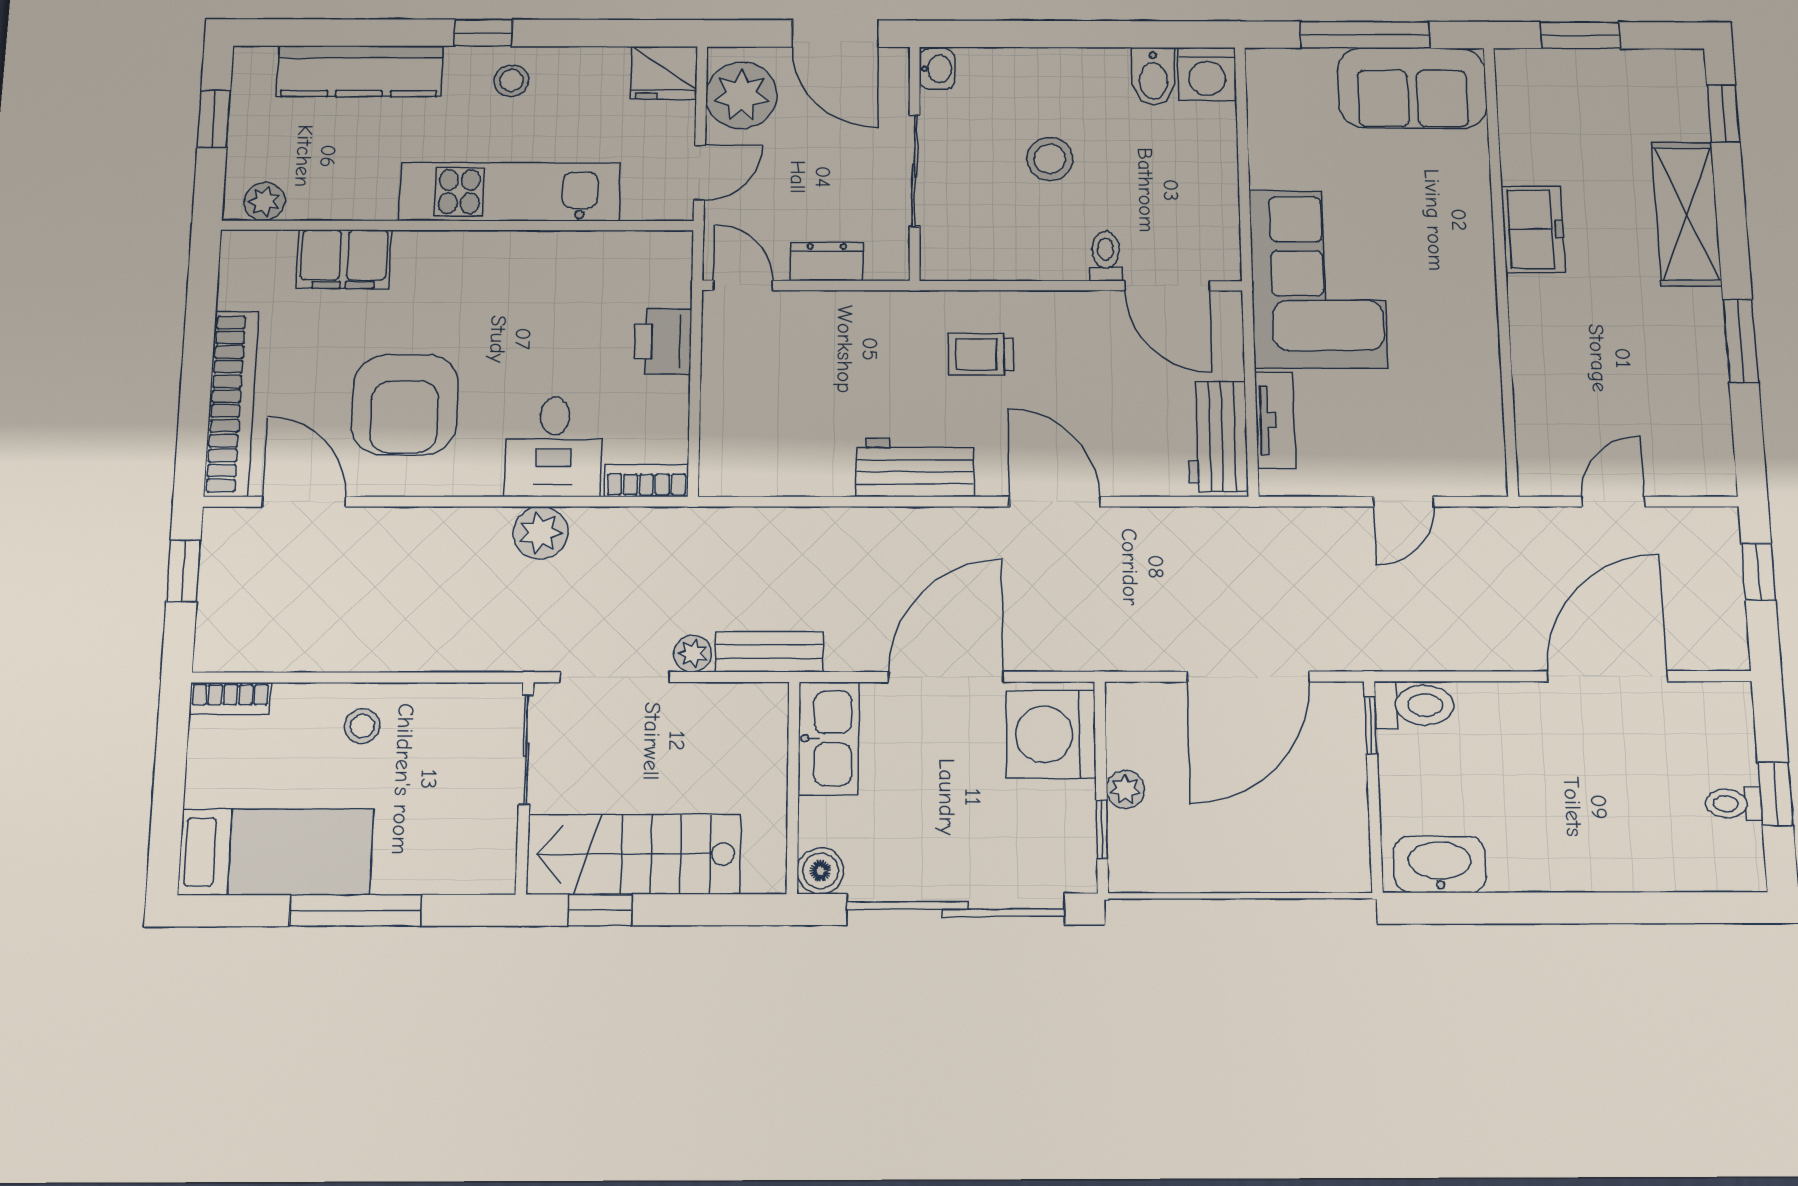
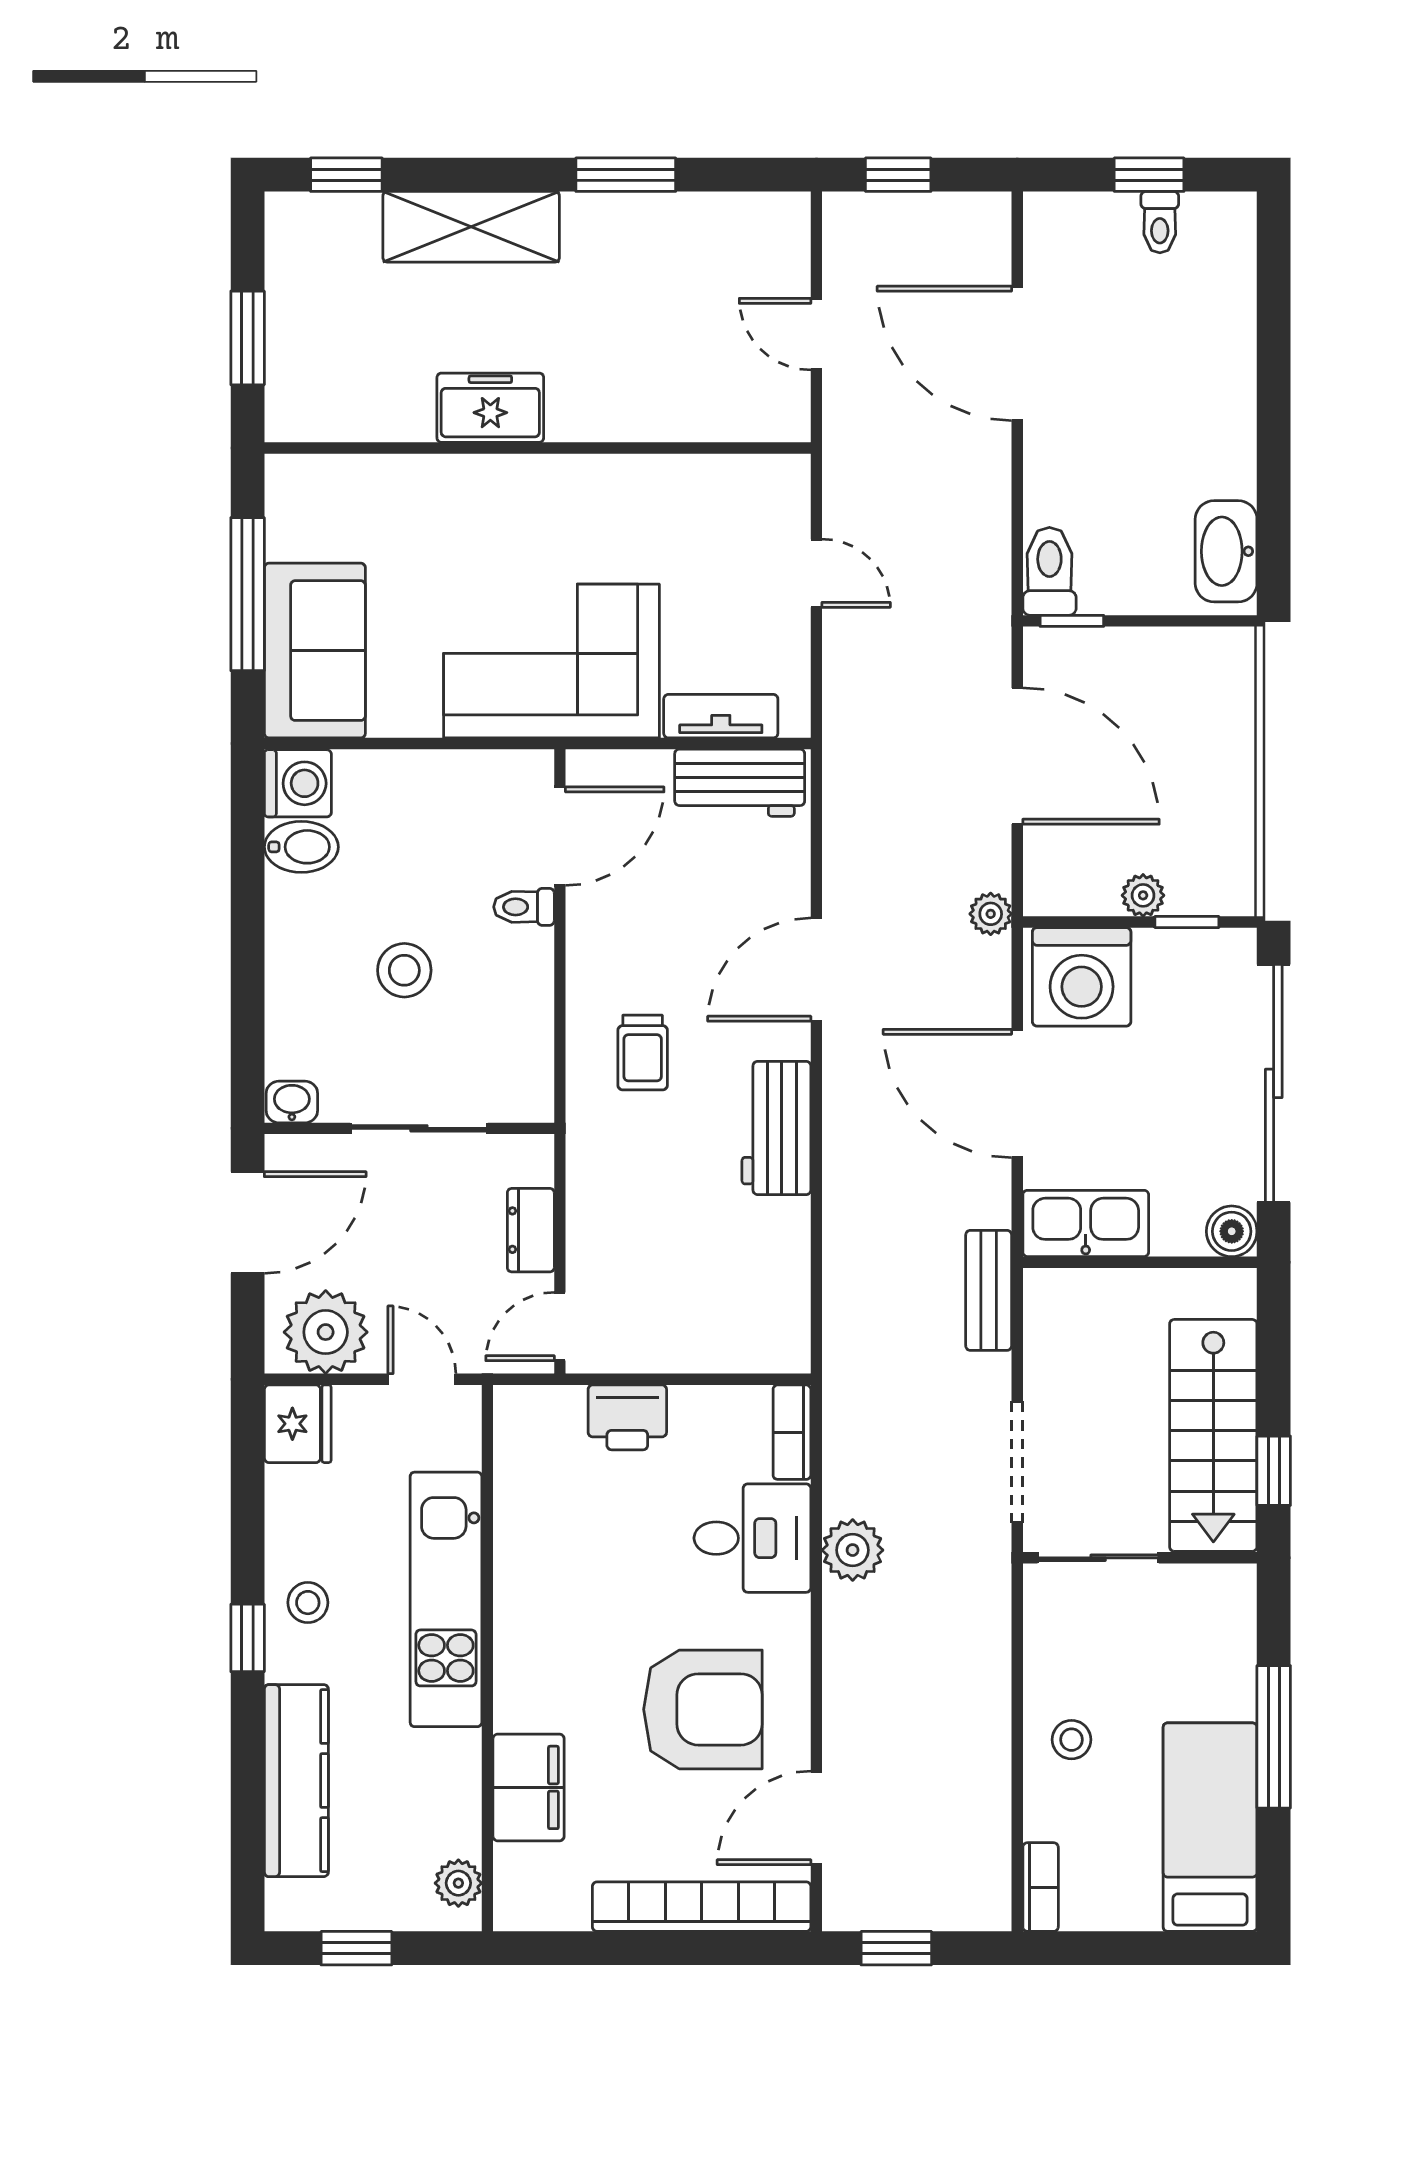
sofa: (1412, 88) -> (315, 651), moved
plant: (693, 654) -> (991, 914), moved

